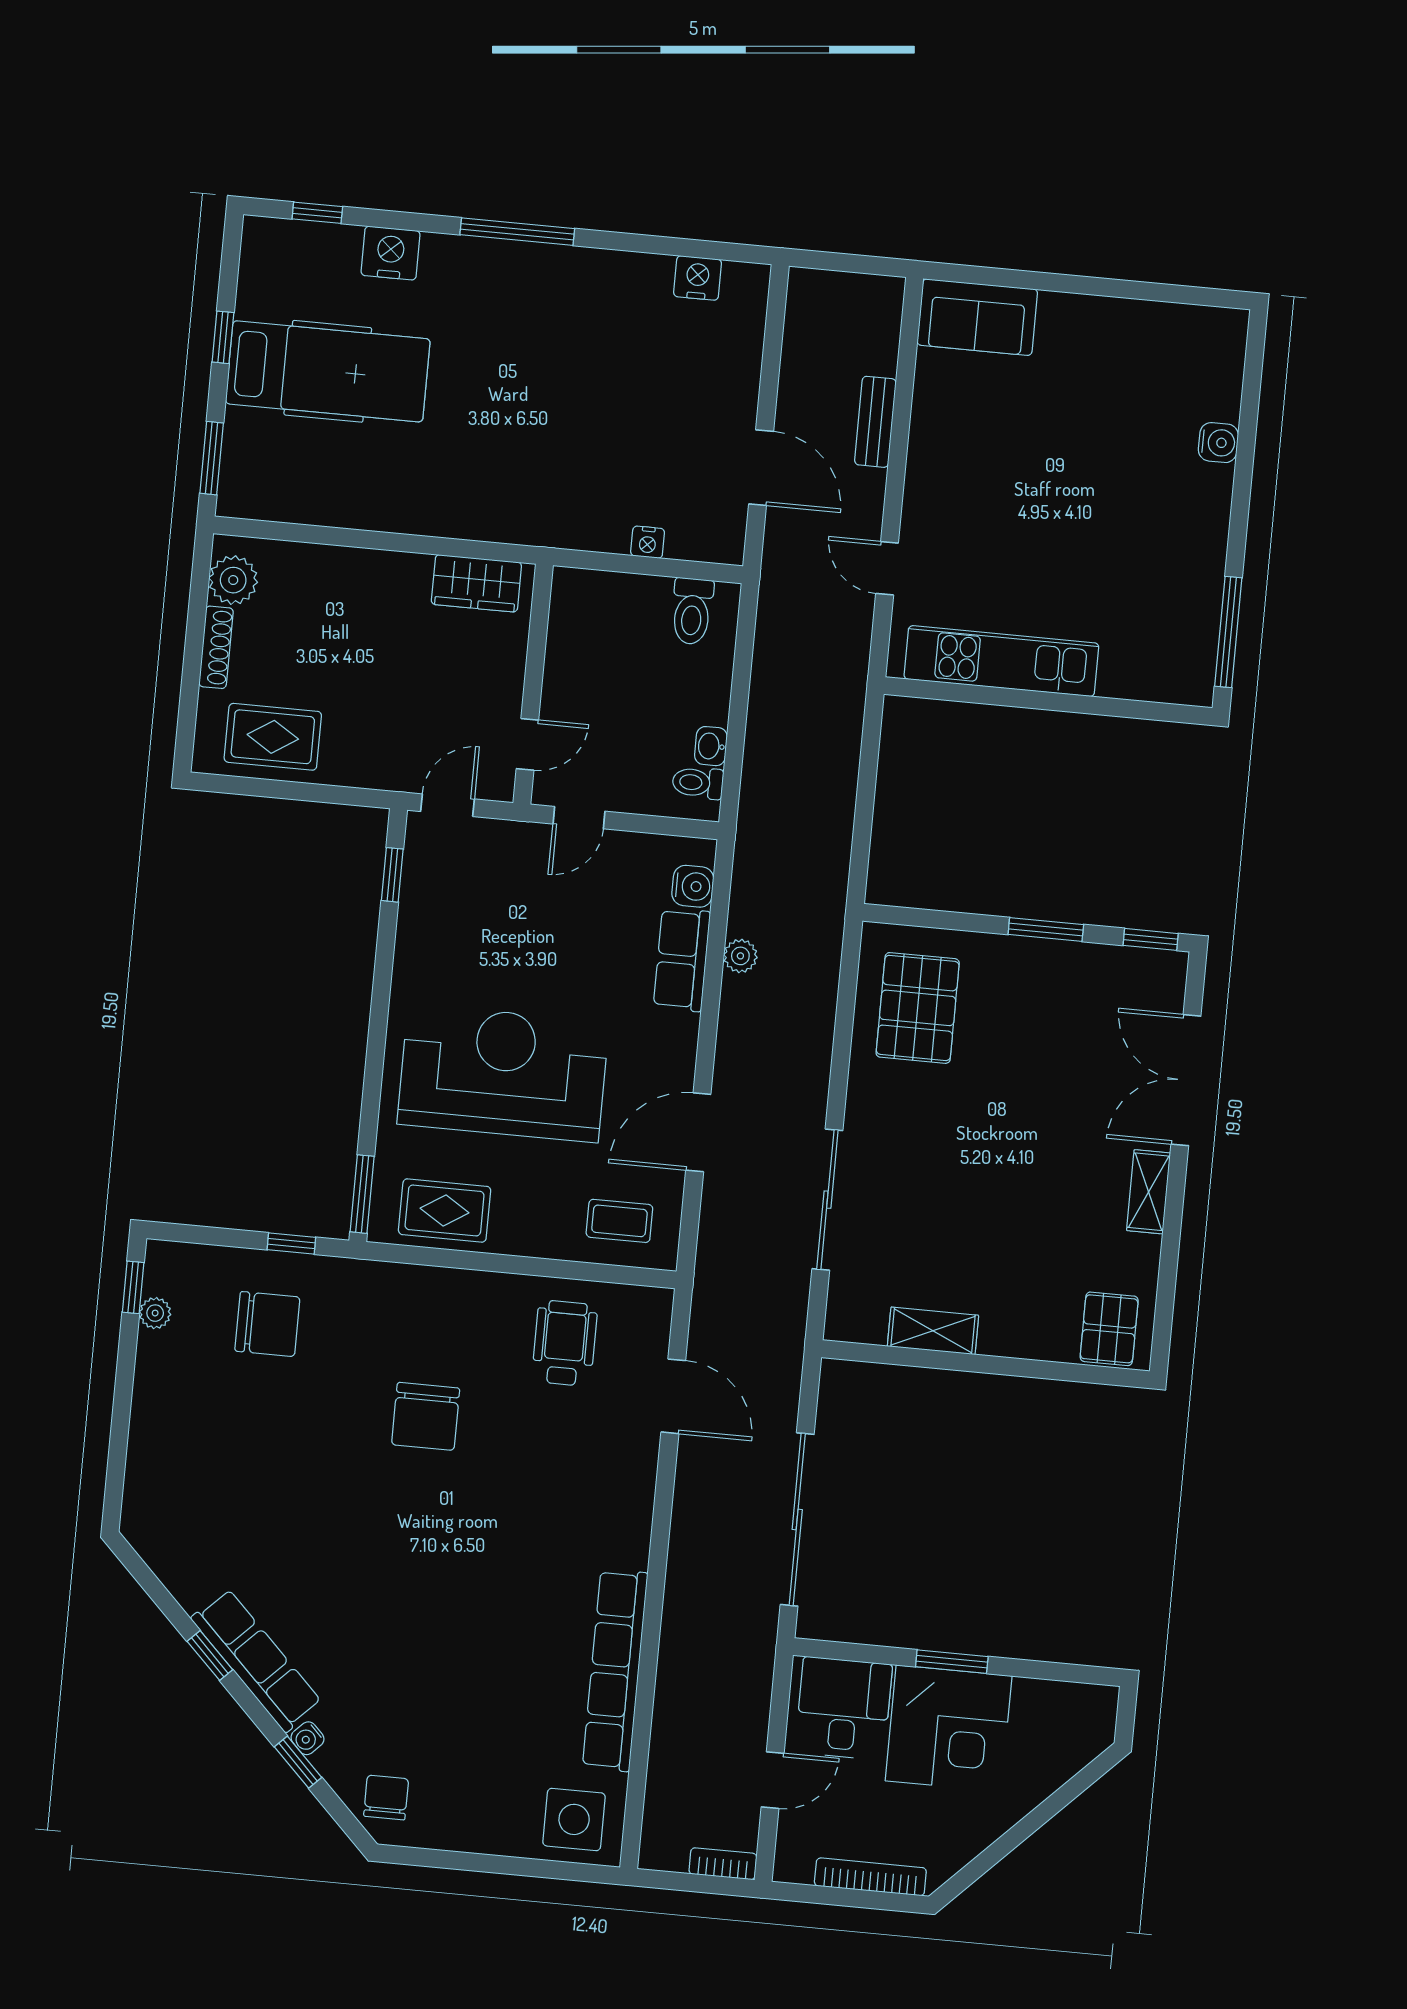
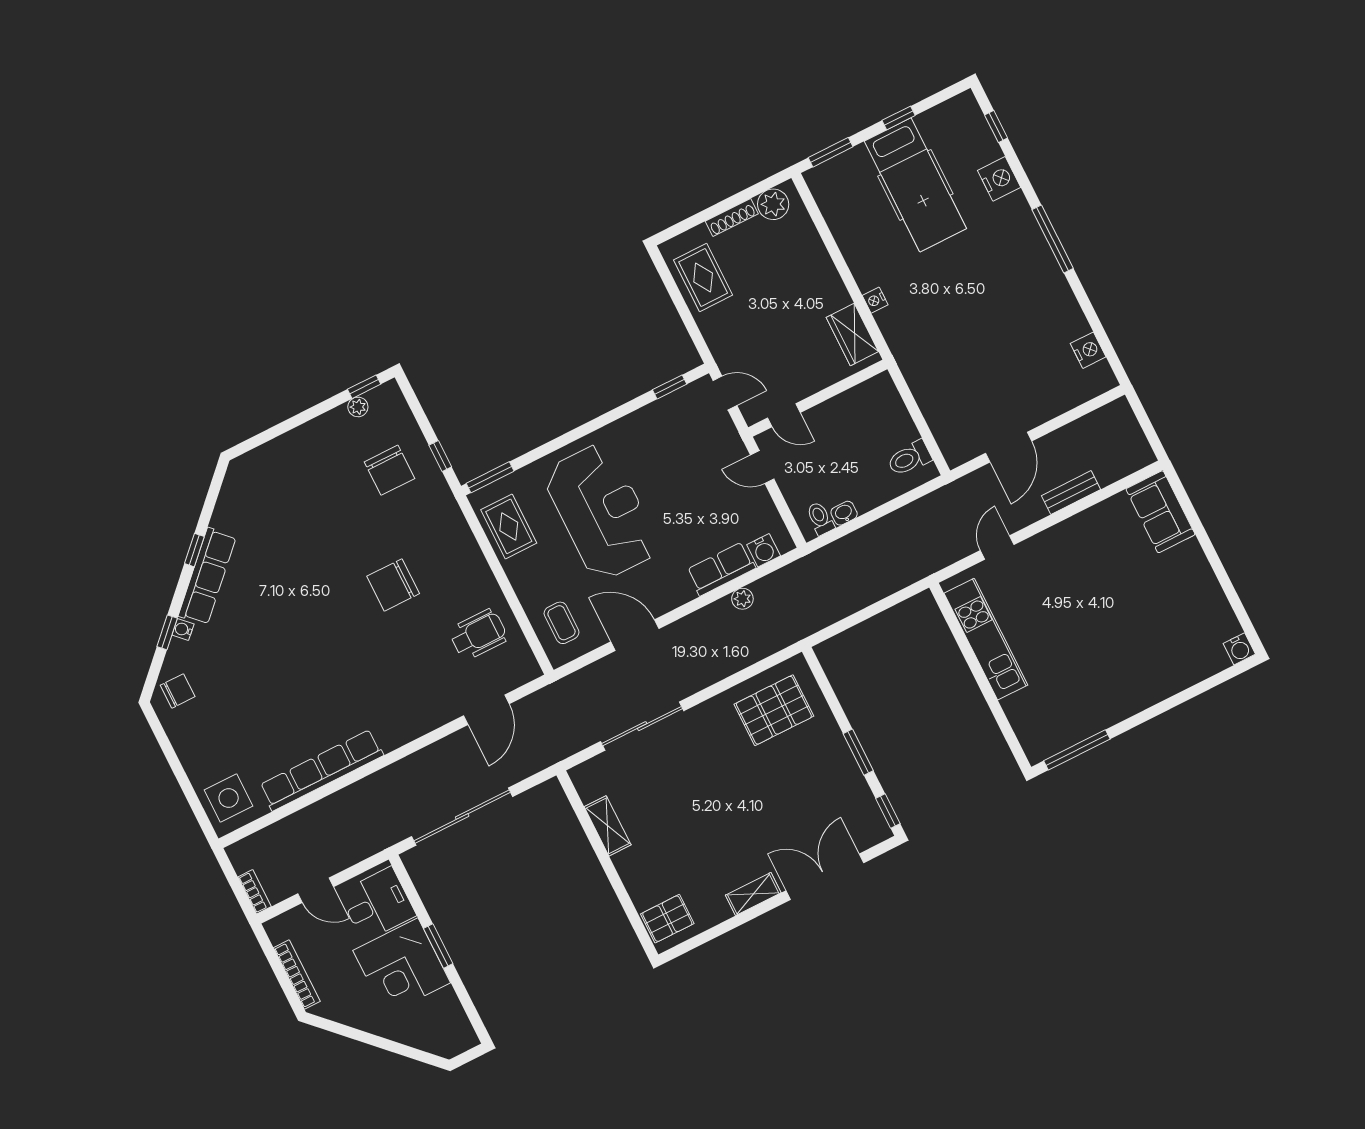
water cooler: (1218, 443) -> (1239, 649), moved
nightstand: (648, 542) -> (875, 300), moved

